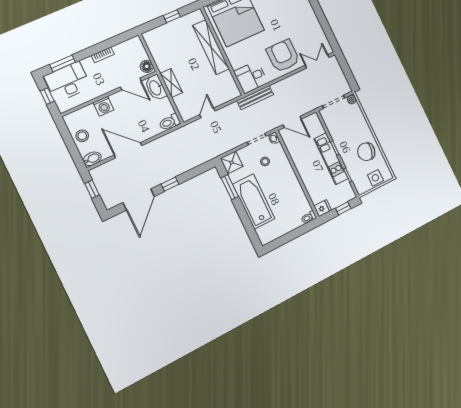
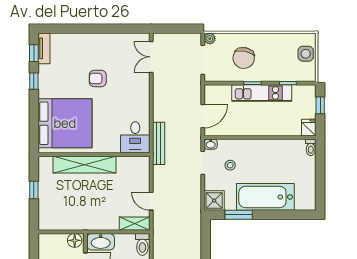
armchair: (283, 56) -> (98, 79), moved, width x0.53, depth x0.53
shelving: (171, 83) -> (135, 224), moved
chair: (366, 152) -> (244, 58), moved

